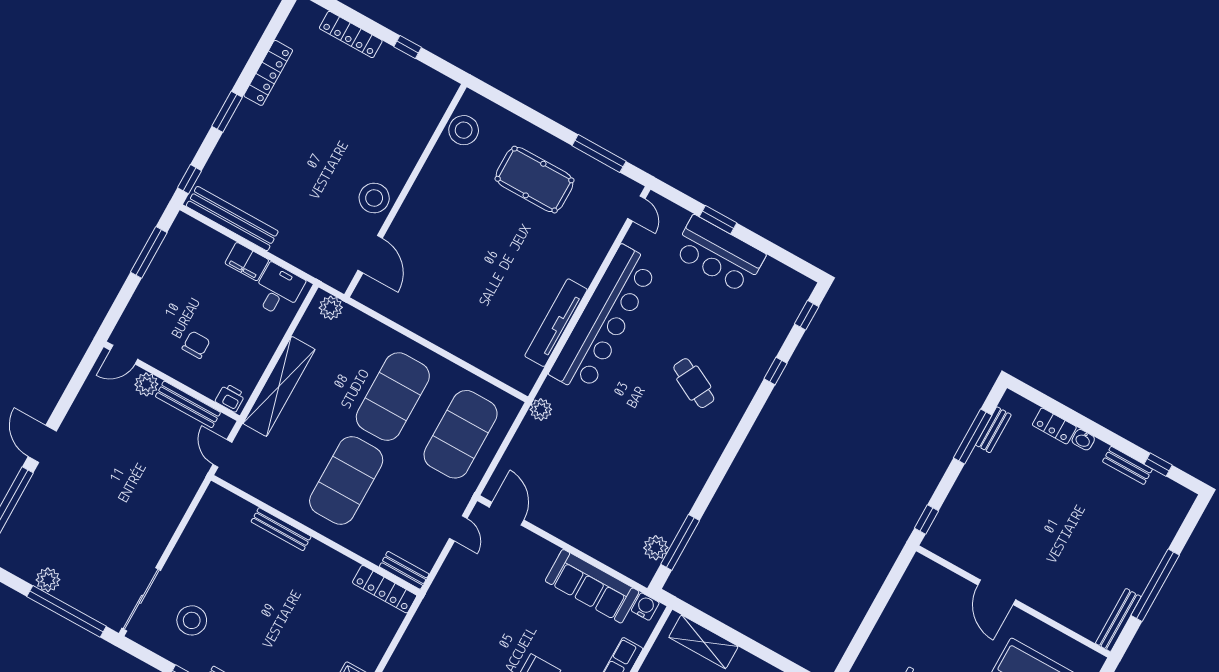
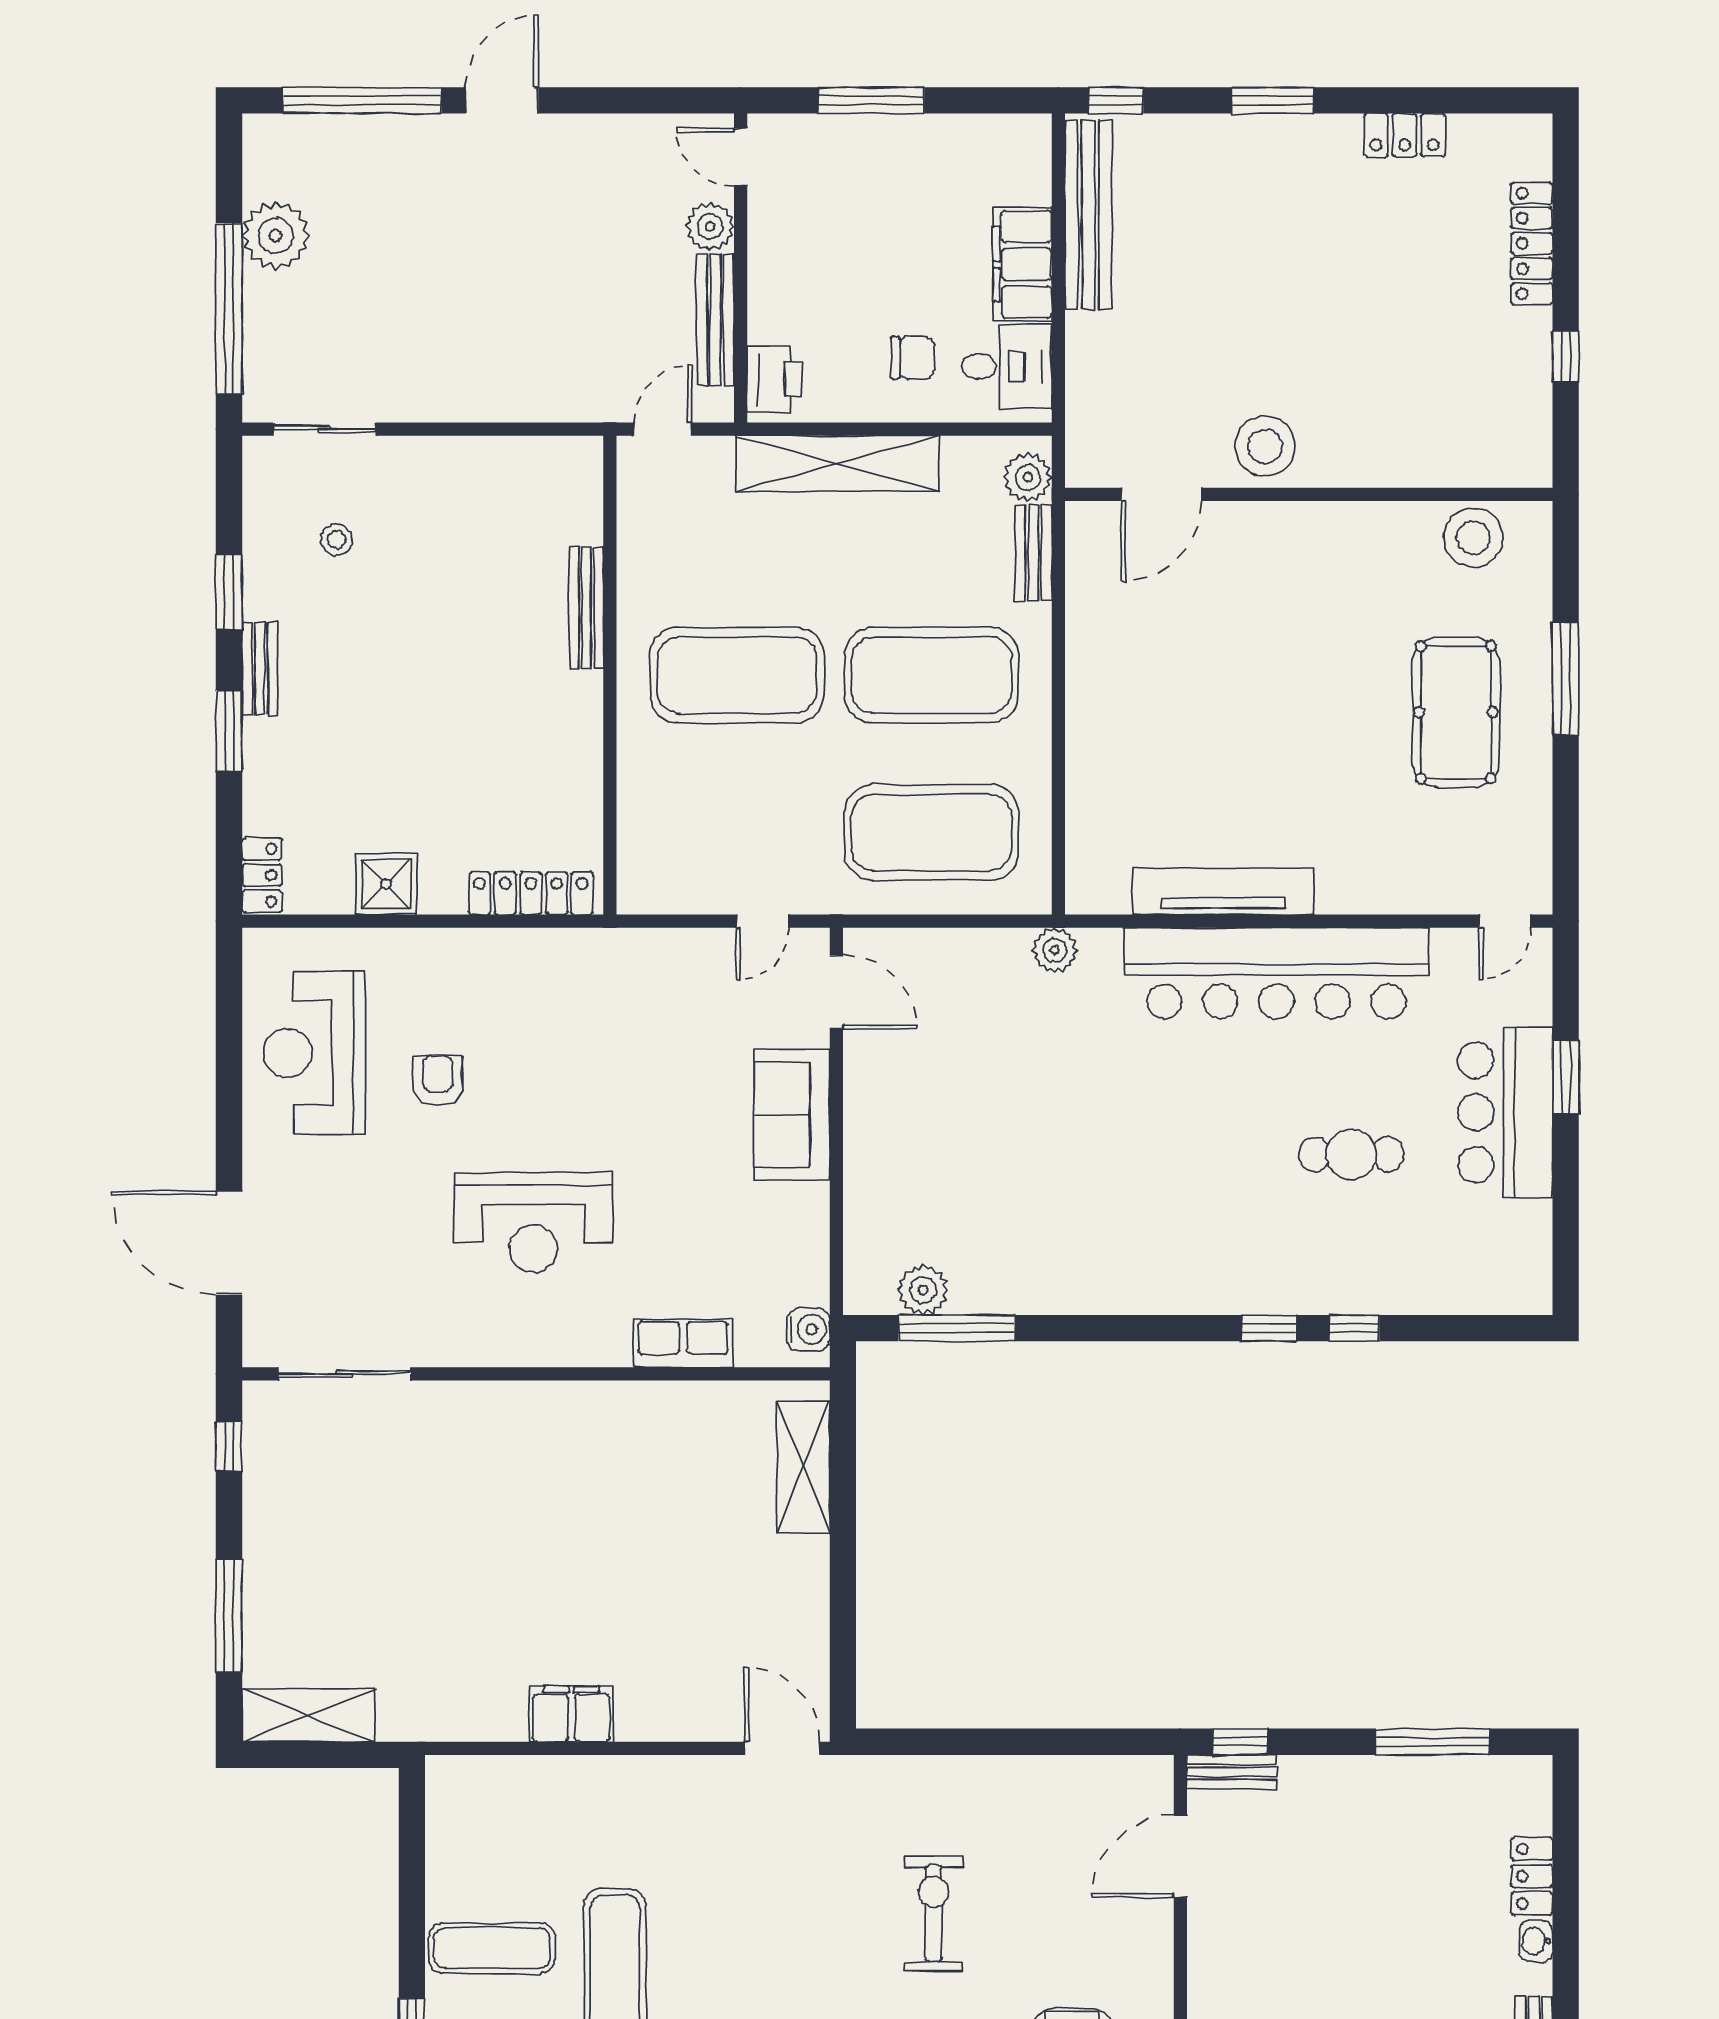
locker: (268, 73) -> (1405, 135), width x0.66
window: (599, 154) -> (1566, 679), moved
window: (149, 252) -> (871, 100), moved
filing cabinet: (247, 262) -> (1022, 264), width x1.50, depth x1.17
window: (807, 315) -> (1269, 1328), moved
chair: (196, 345) -> (913, 358), moved
cafe table: (694, 383) -> (1351, 1154), moved, turned 63
printer: (230, 398) -> (774, 379), width x1.36, depth x1.24
bench: (993, 430) -> (1232, 1772), moved
door: (507, 514) -> (836, 992), hinge flipped
bench: (404, 570) -> (1033, 553), moved
plant: (48, 580) -> (276, 236), width x1.36, depth x1.36
sofa: (592, 586) -> (792, 1115), moved, width x0.73
locker: (385, 589) -> (531, 893), moved, turned 90
door: (997, 592) -> (1180, 1856), moved
sliding door: (141, 599) -> (324, 429), width x0.73
stool: (192, 620) -> (336, 539), width x0.53, depth x0.53

